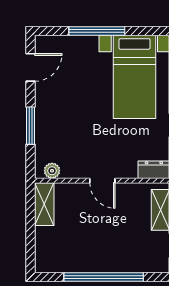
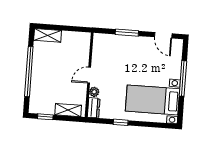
plant: (52, 171) -> (94, 92), moved
shelving: (44, 204) -> (48, 35), moved

